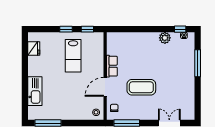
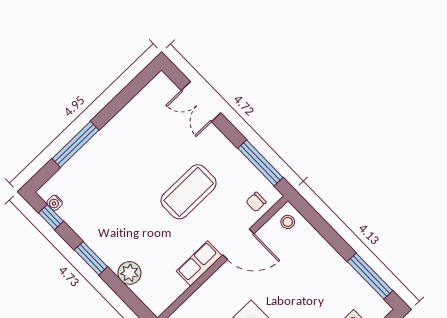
window: (151, 29) -> (91, 258), added
plant: (165, 38) -> (129, 273), moved
coffee table: (141, 87) -> (189, 192), turned 90

